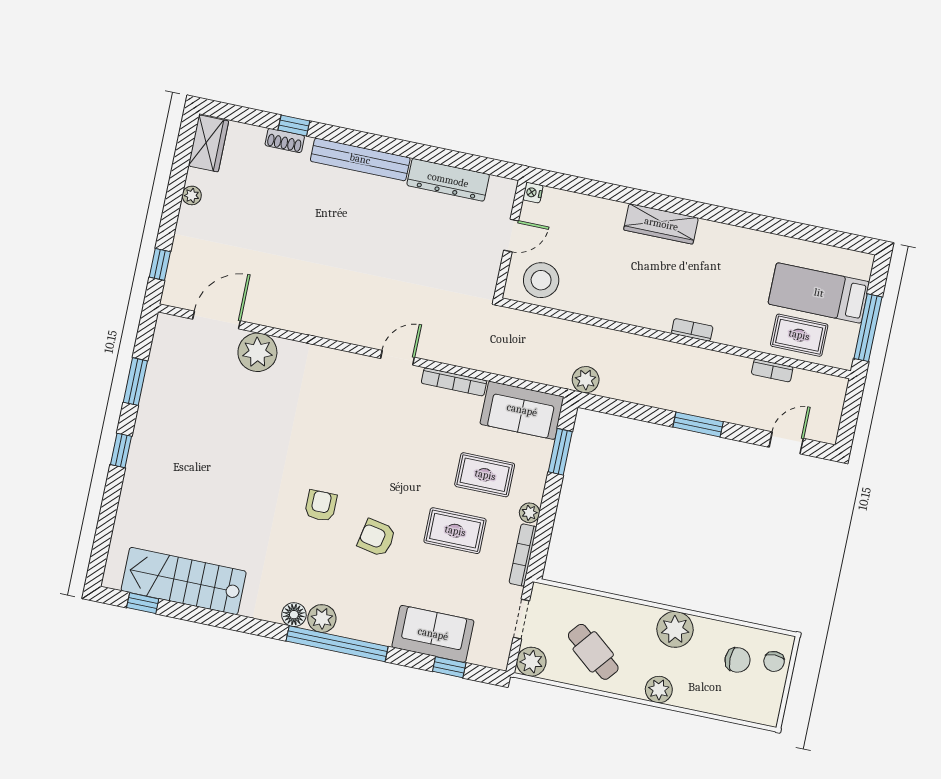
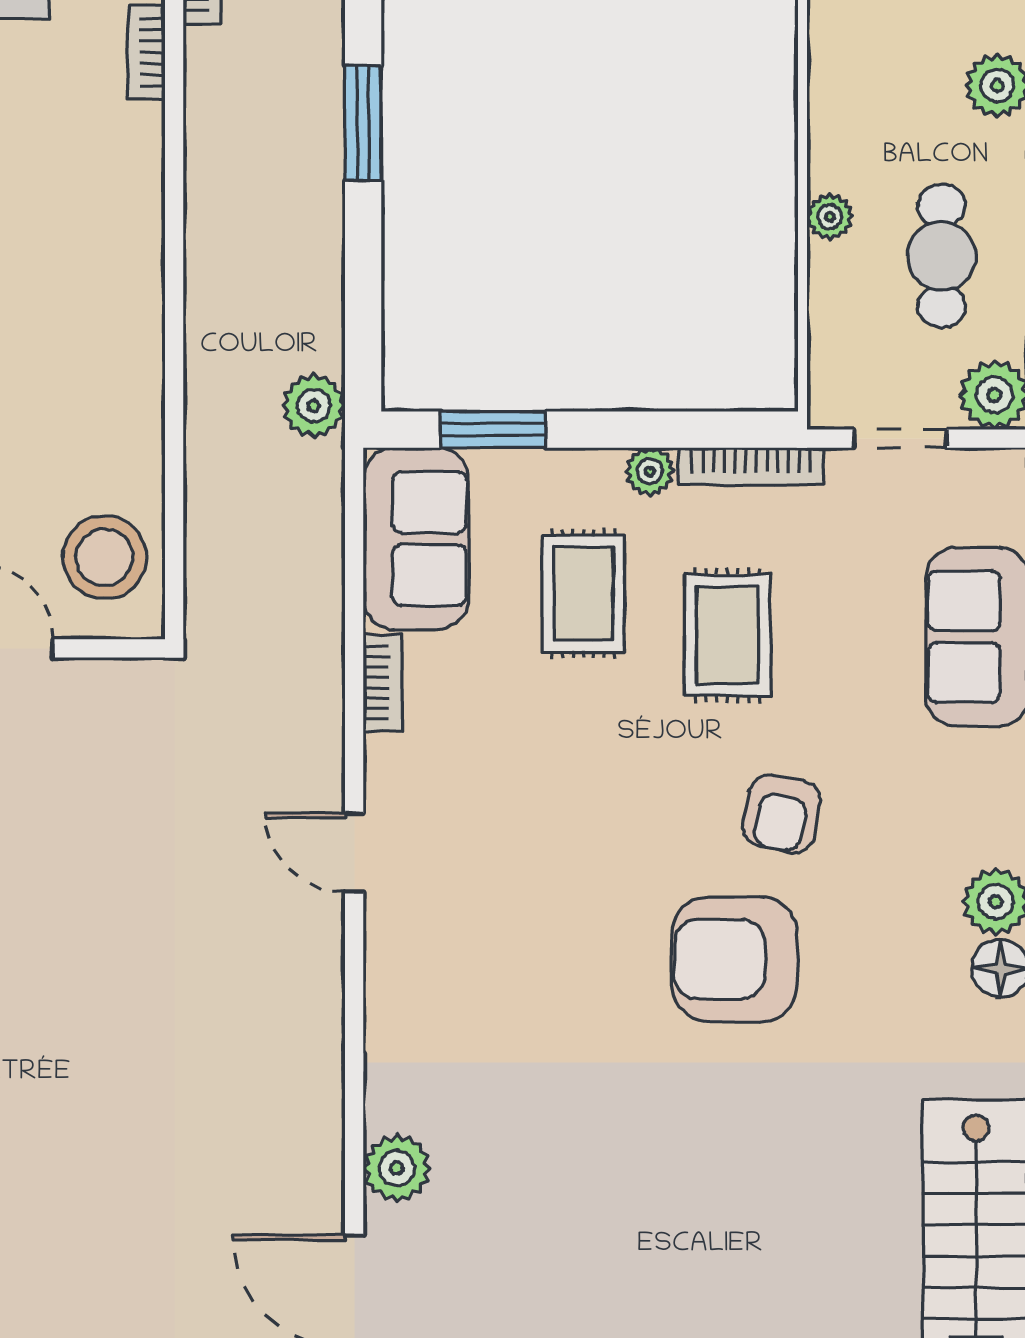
bookcase: (692, 330) -> (146, 52), moved
plant: (257, 352) -> (397, 1168), width x0.73, depth x0.73
bookcase: (454, 382) -> (382, 683), width x0.64
armchair: (321, 506) -> (735, 959), width x1.88, depth x1.88
plant: (675, 629) -> (830, 217), moved, width x0.53, depth x0.53
cafe table: (593, 652) -> (942, 256), turned -39

